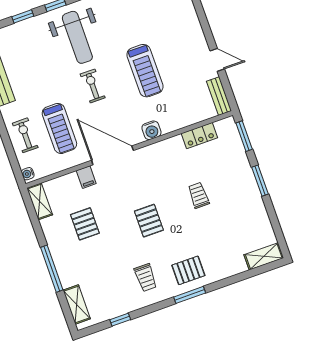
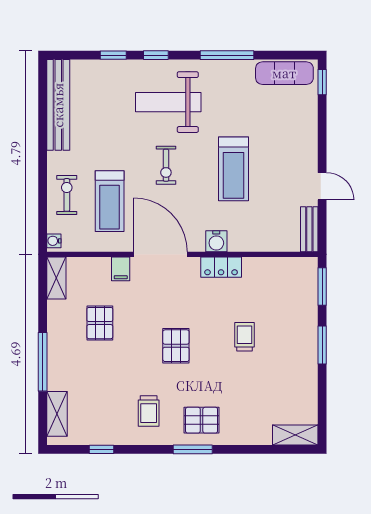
weight bench: (77, 37) -> (168, 102), turned 90
exercise bike: (93, 86) -> (166, 165), turned 180
locker: (199, 135) -> (221, 267), moved

